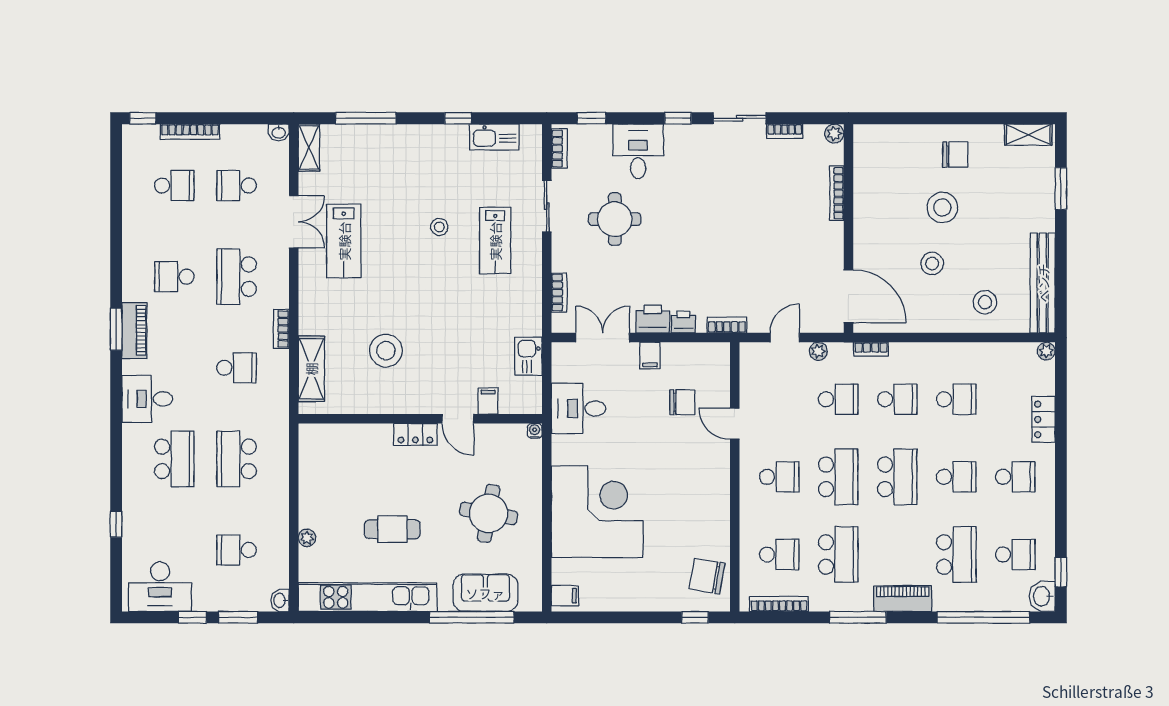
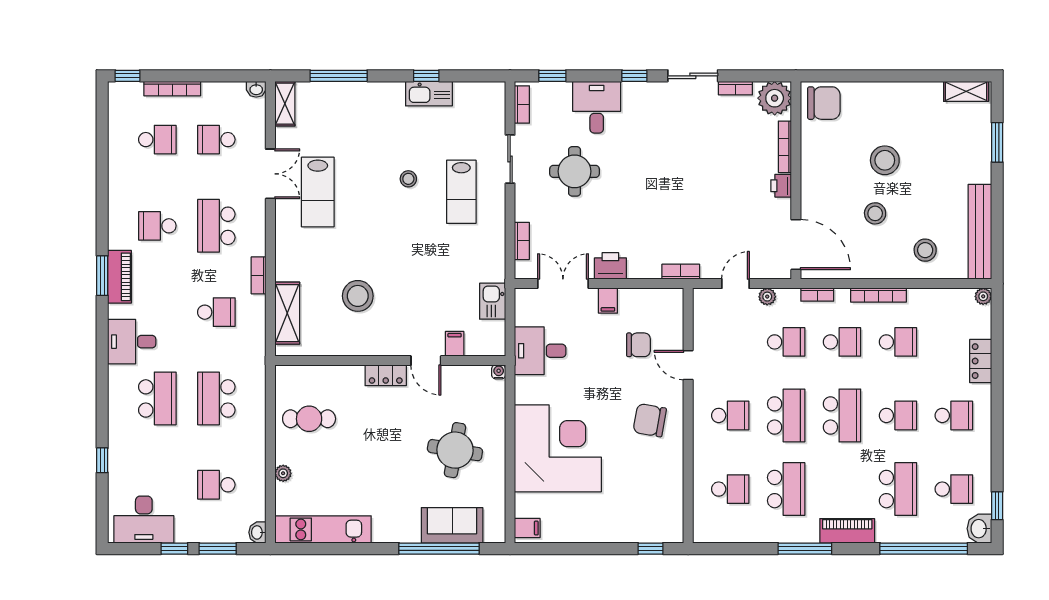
plant: (834, 134) -> (775, 98), width x1.88, depth x1.88
kitchen sink: (494, 137) -> (429, 94), moved
chair: (955, 155) -> (824, 103), moved, width x1.37, depth x1.37
printer: (683, 322) -> (781, 186), moved, turned -90
cafe table: (392, 529) -> (309, 419), moved
chair: (707, 576) -> (650, 420), moved
kitchen unit: (368, 597) -> (323, 529), width x0.73
bookcase: (779, 604) -> (879, 295), moved, turned 180

